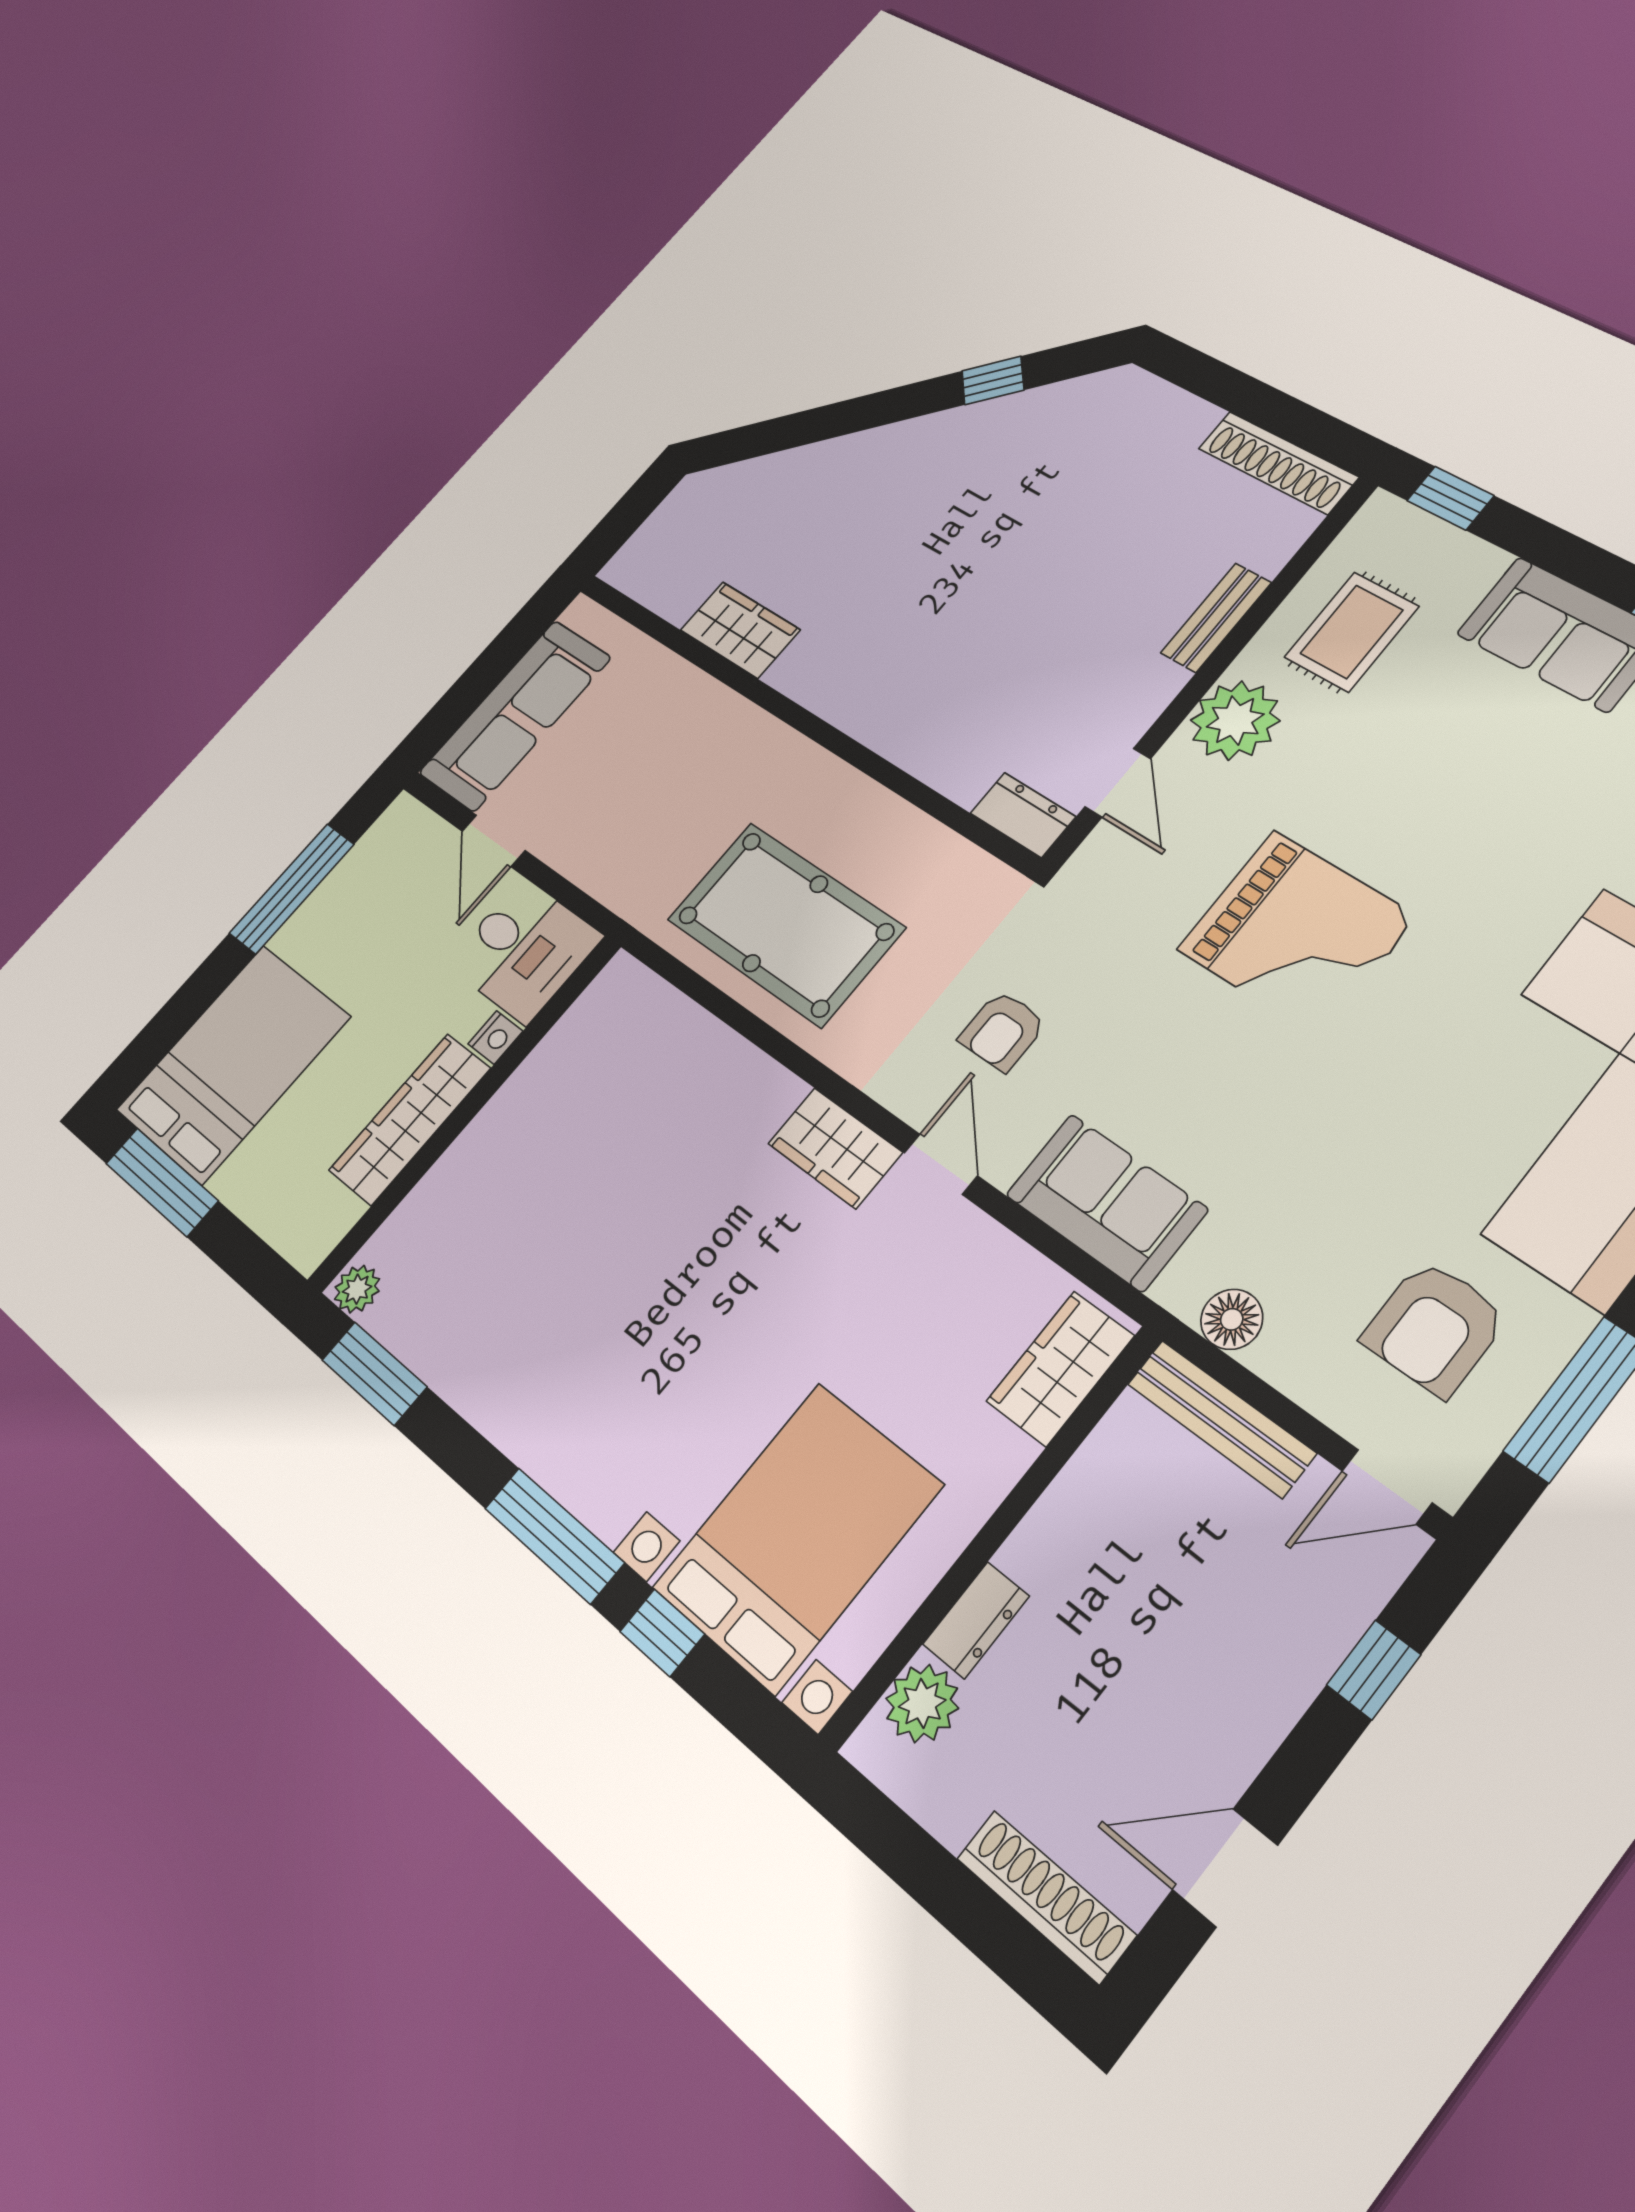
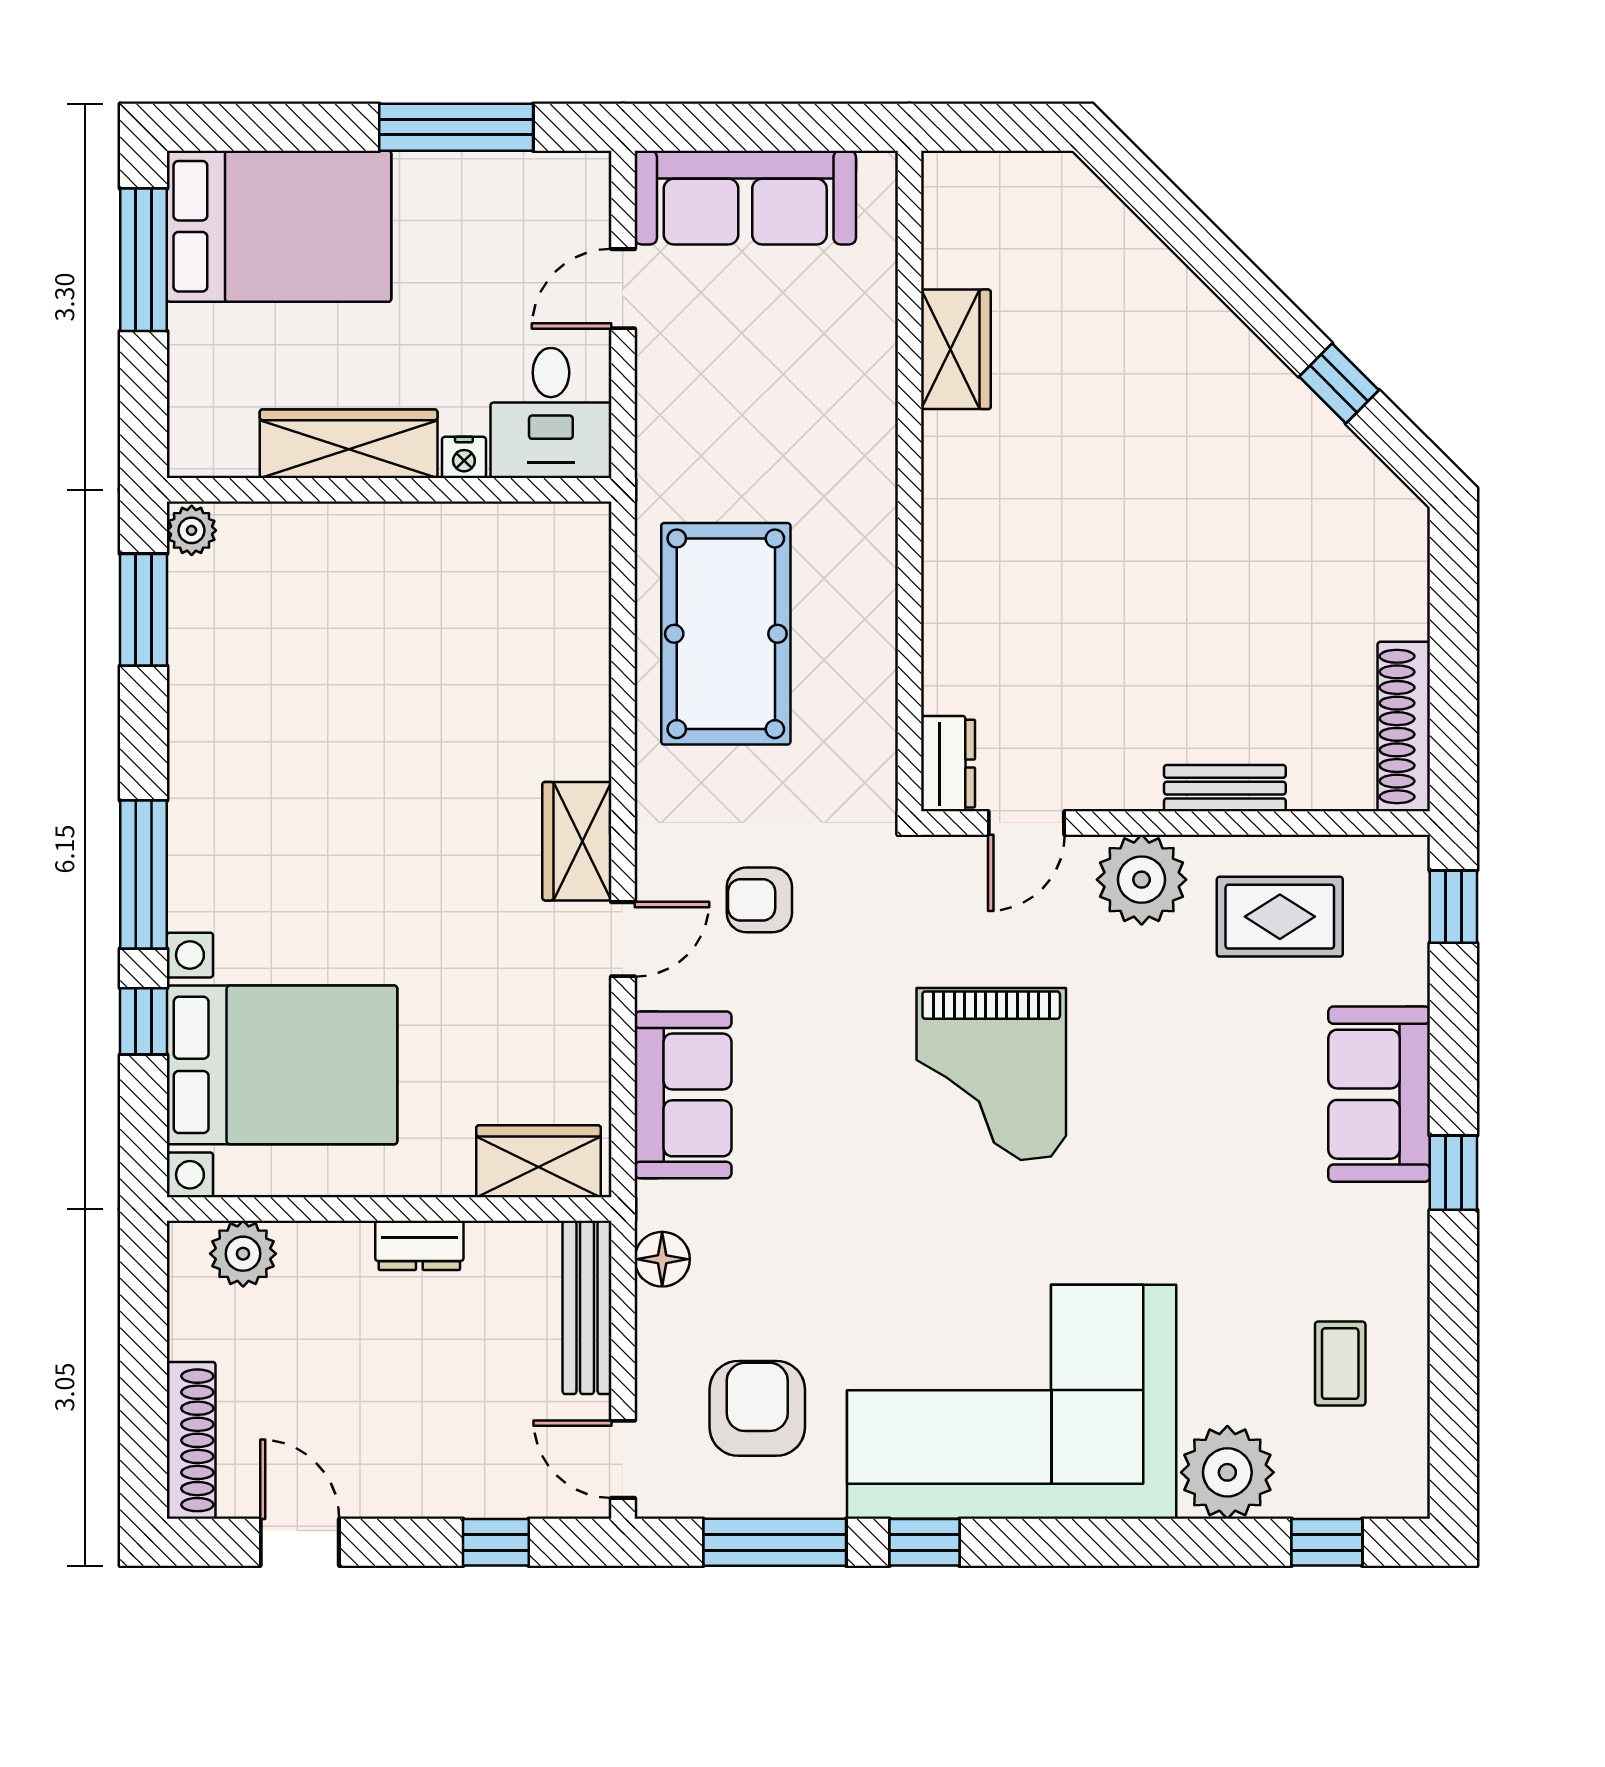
armchair: (1435, 1327) -> (757, 1408), turned 90
dresser: (976, 1620) -> (419, 1245), moved

